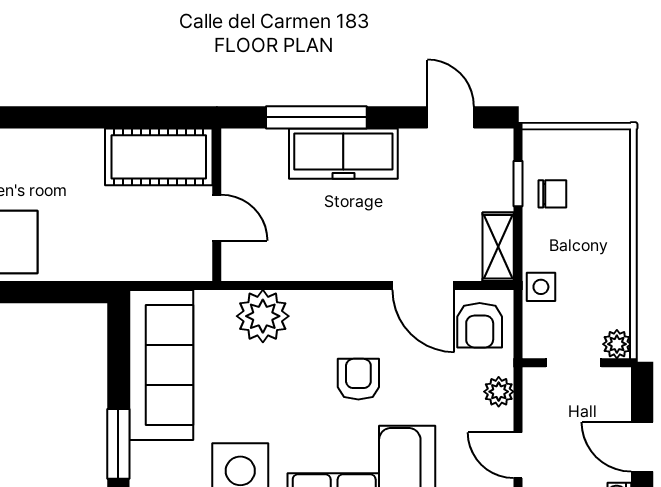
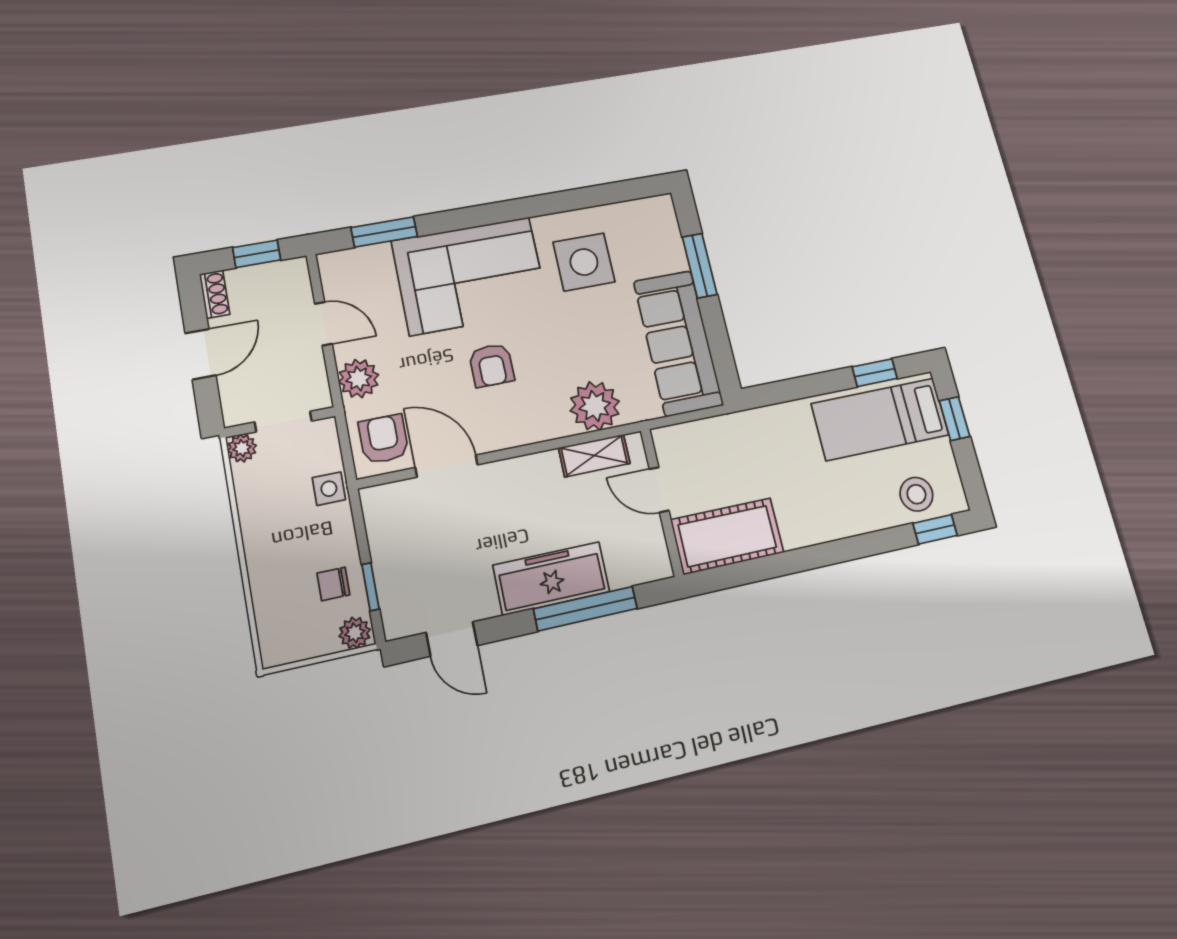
plant: (540, 143) -> (355, 633), added
shelving: (498, 247) -> (594, 456), moved, turned 90
plant: (499, 392) -> (359, 379), width x1.38, depth x1.38
door: (642, 447) -> (201, 354), hinge flipped

